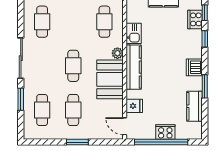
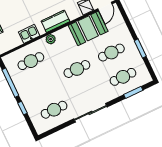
kitchen counter: (134, 67) -> (55, 21), width x0.67
booth: (110, 79) -> (88, 28), moved
window: (21, 99) -> (133, 92), moved
window: (77, 142) -> (140, 49), moved

